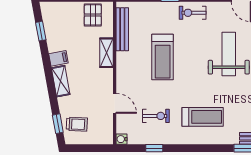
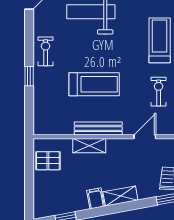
exercise bike: (193, 13) -> (46, 51), turned 180
bench: (122, 29) -> (98, 128), moved

